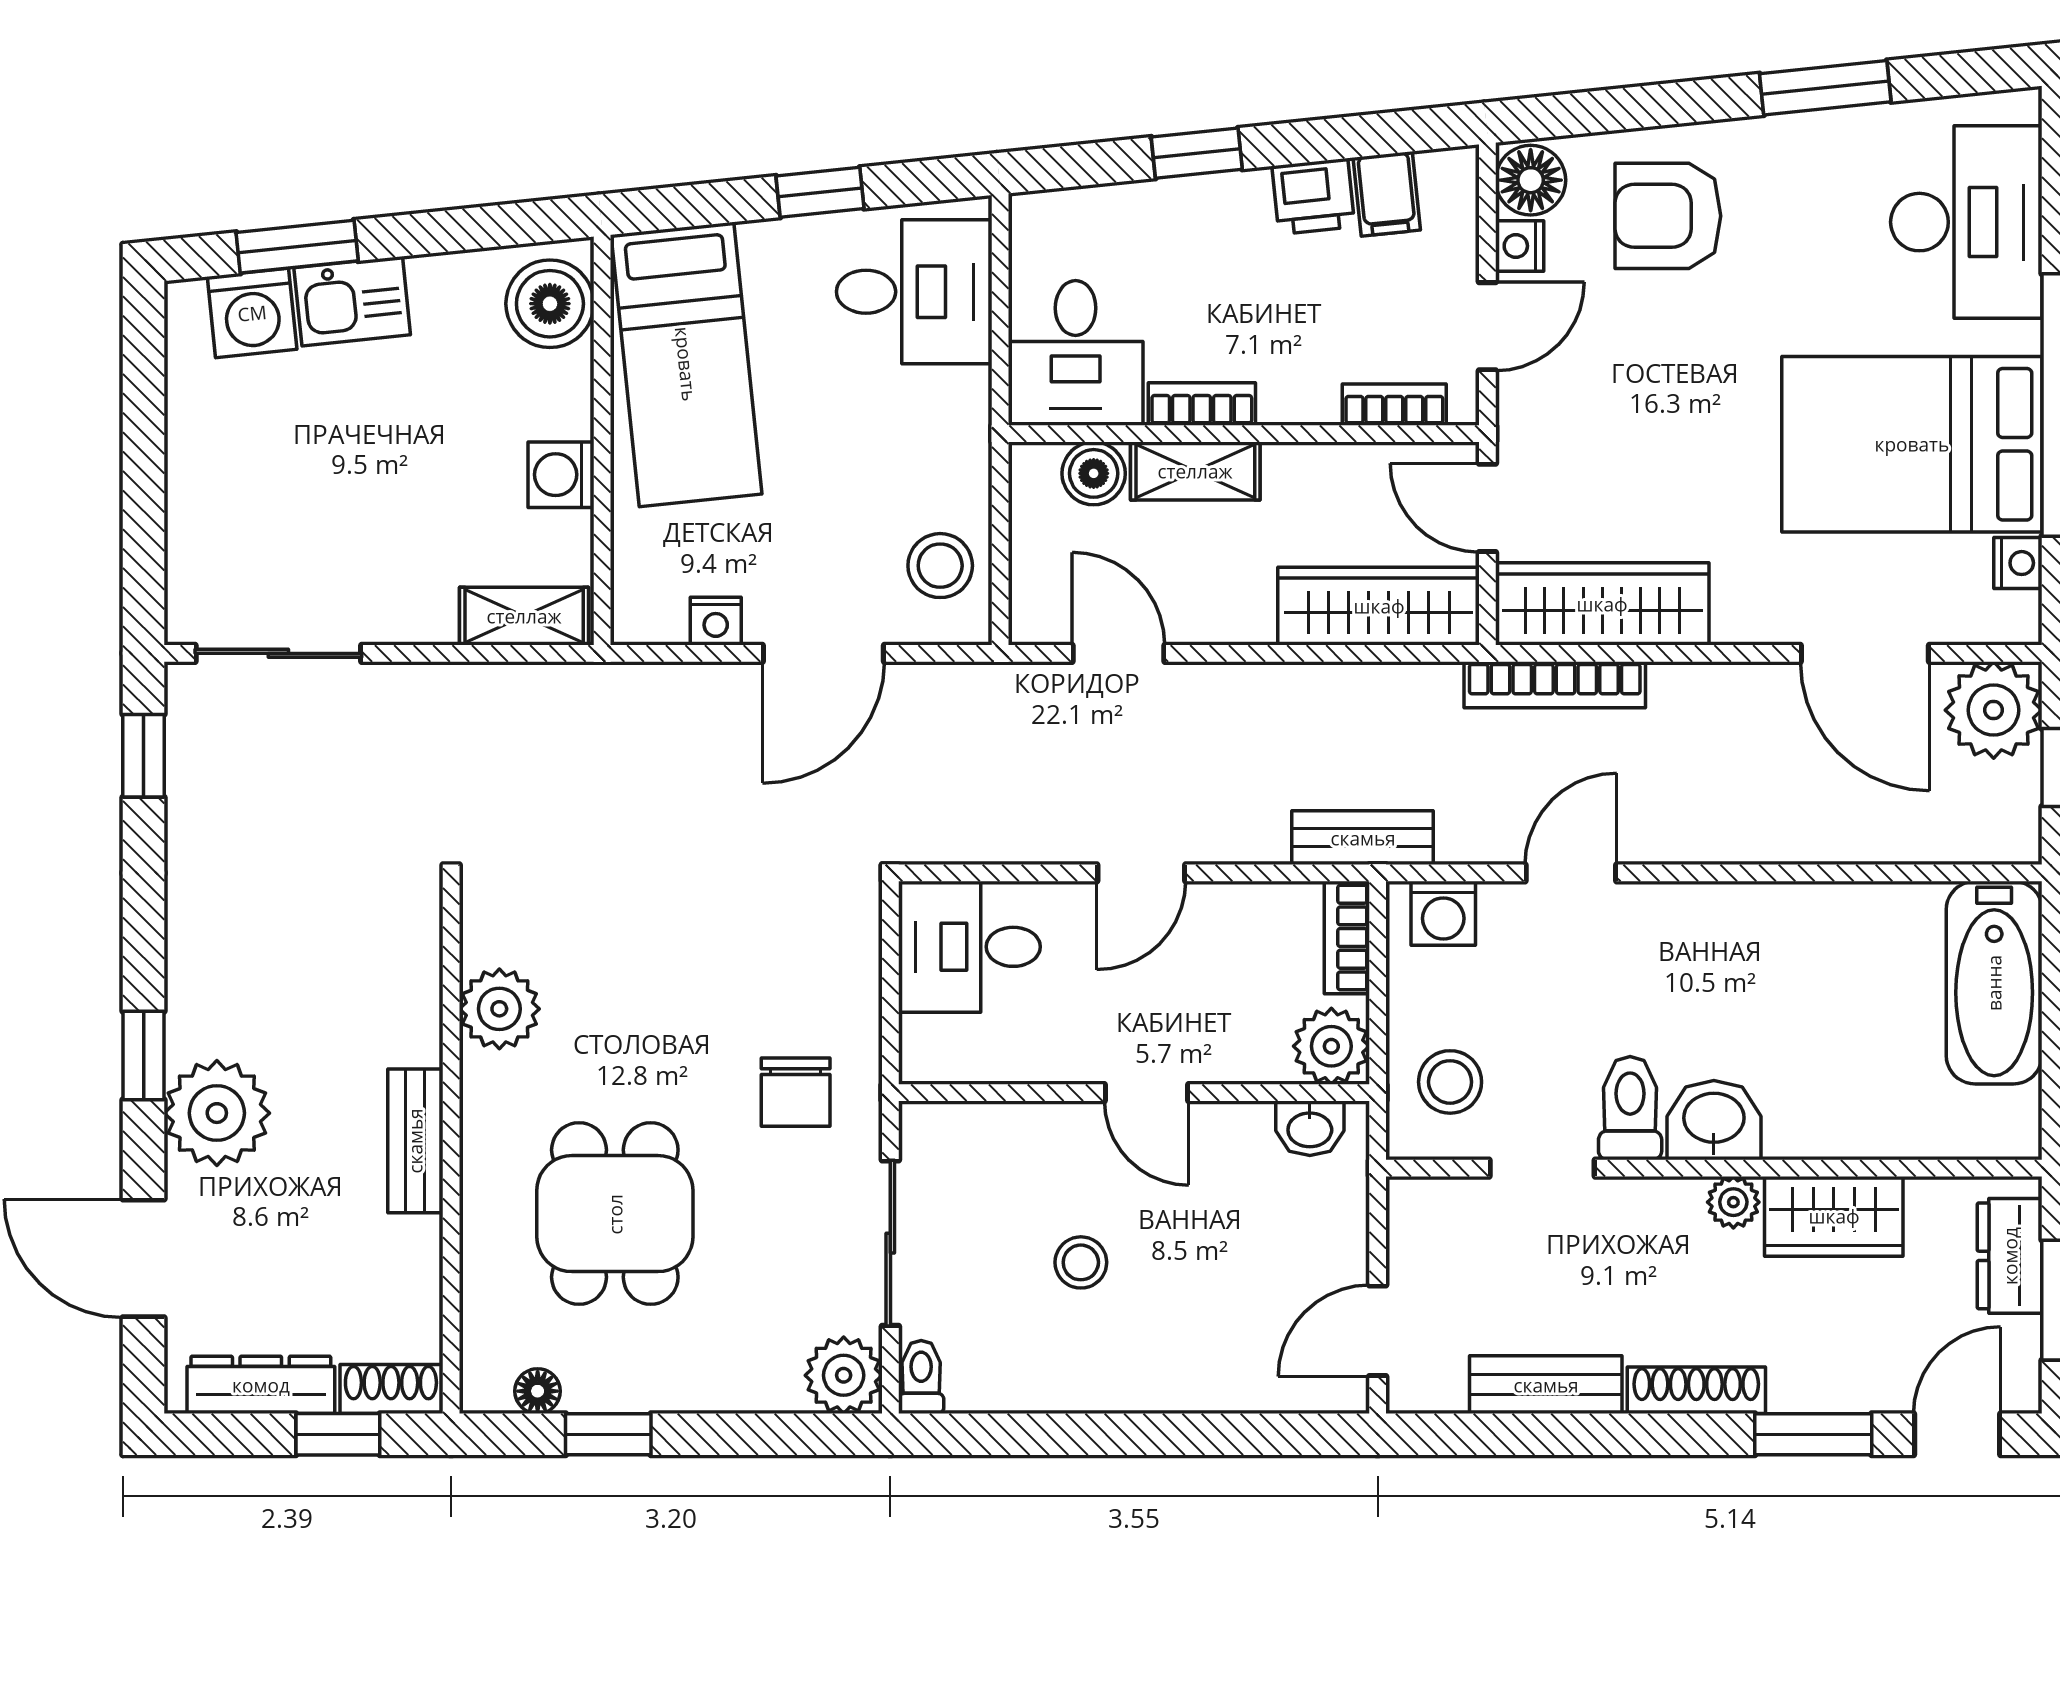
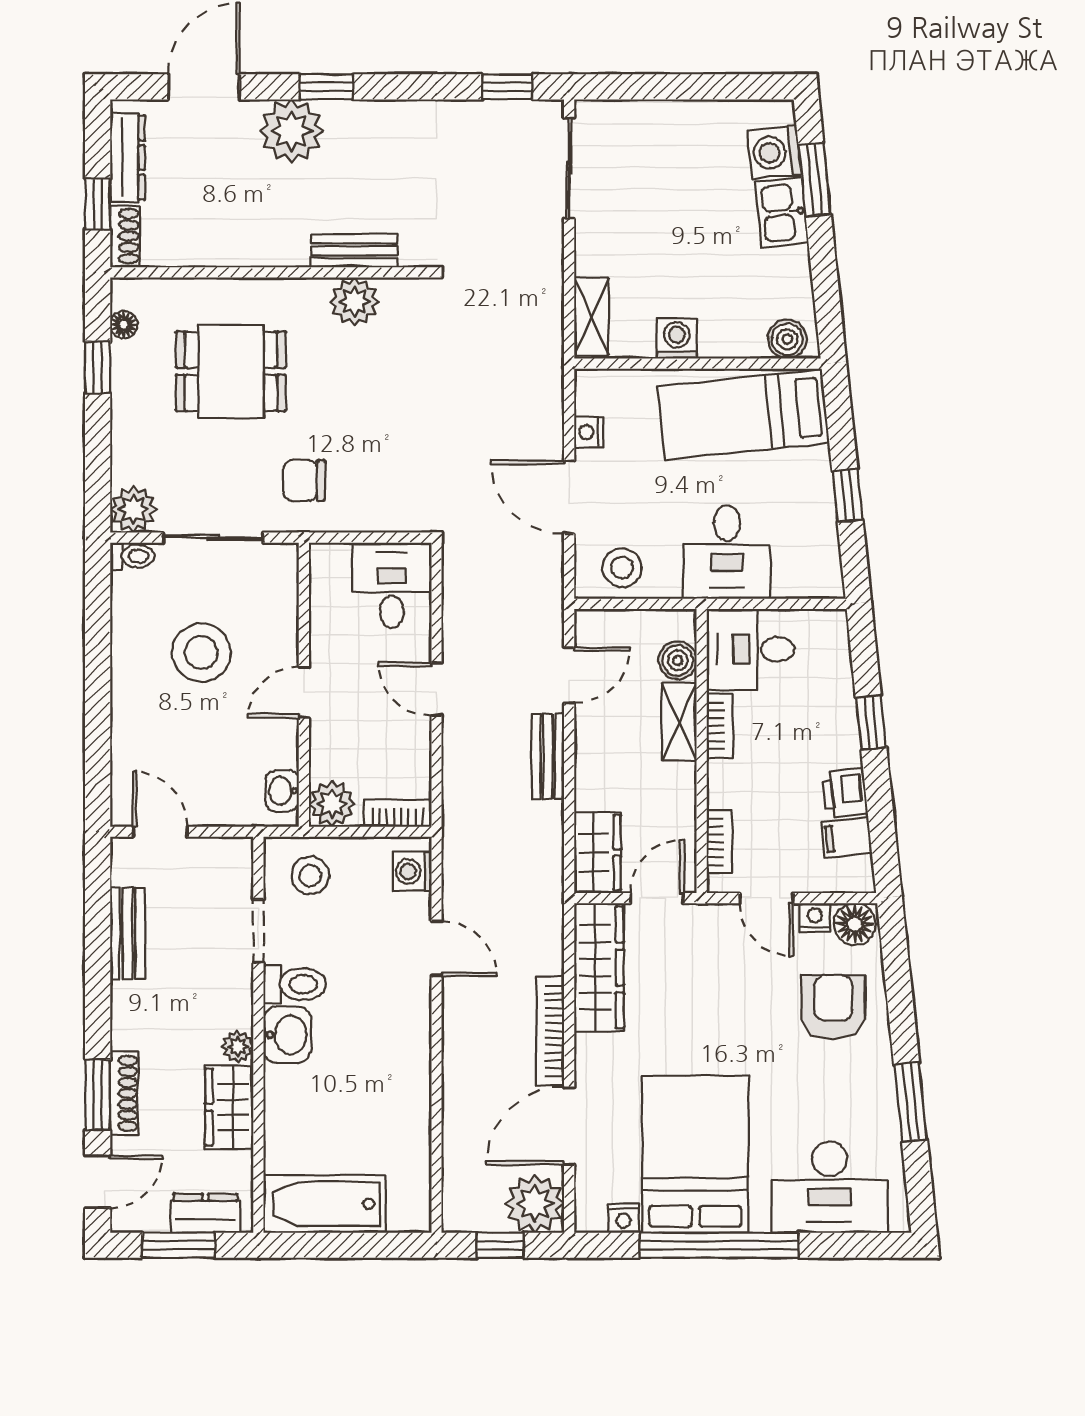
desk: (914, 292) -> (727, 552), moved
boiler: (550, 304) -> (787, 339), width x0.73, depth x0.73
wardrobe: (1379, 606) -> (598, 853), width x0.67
bookcase: (1555, 685) -> (550, 1031), moved
bench: (1363, 838) -> (548, 756), moved
bathtub: (1994, 983) -> (325, 1204), moved
bench: (415, 1141) -> (354, 251), moved
stool: (1081, 1262) -> (201, 653), width x1.89, depth x1.89
shoe rack: (1696, 1390) -> (124, 1093), moved
door: (1957, 1434) -> (98, 1182), hinge flipped

